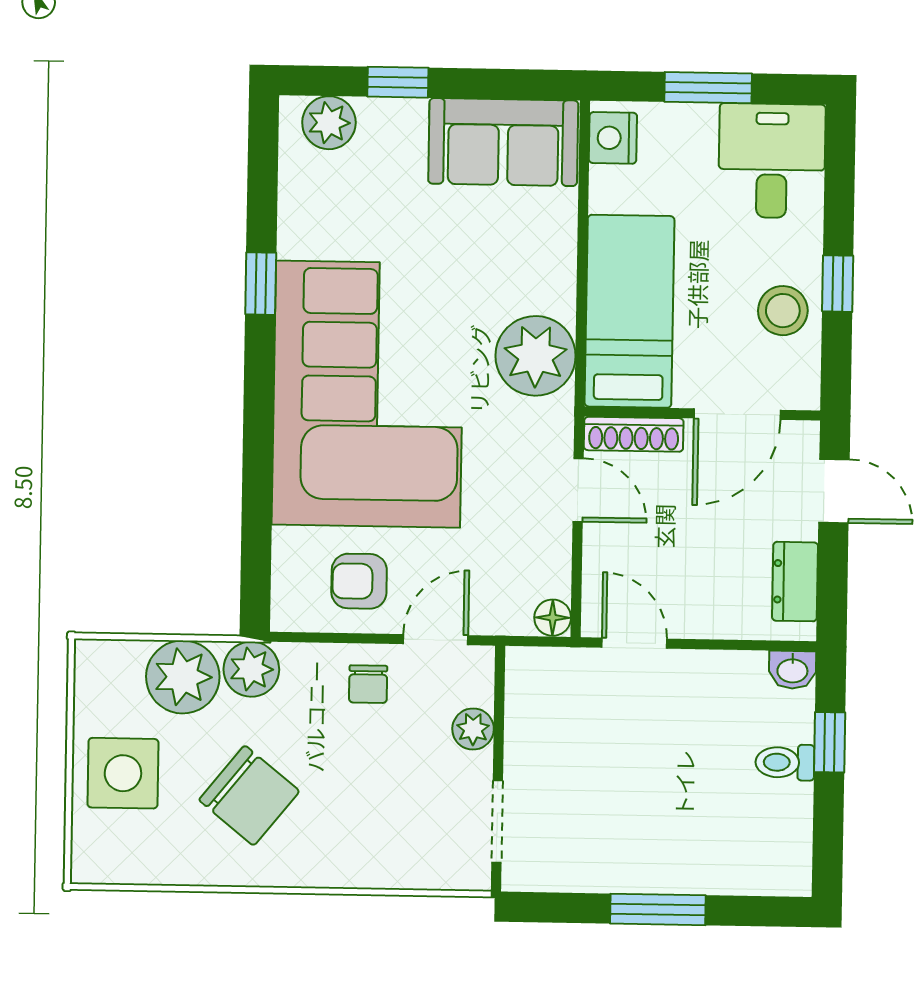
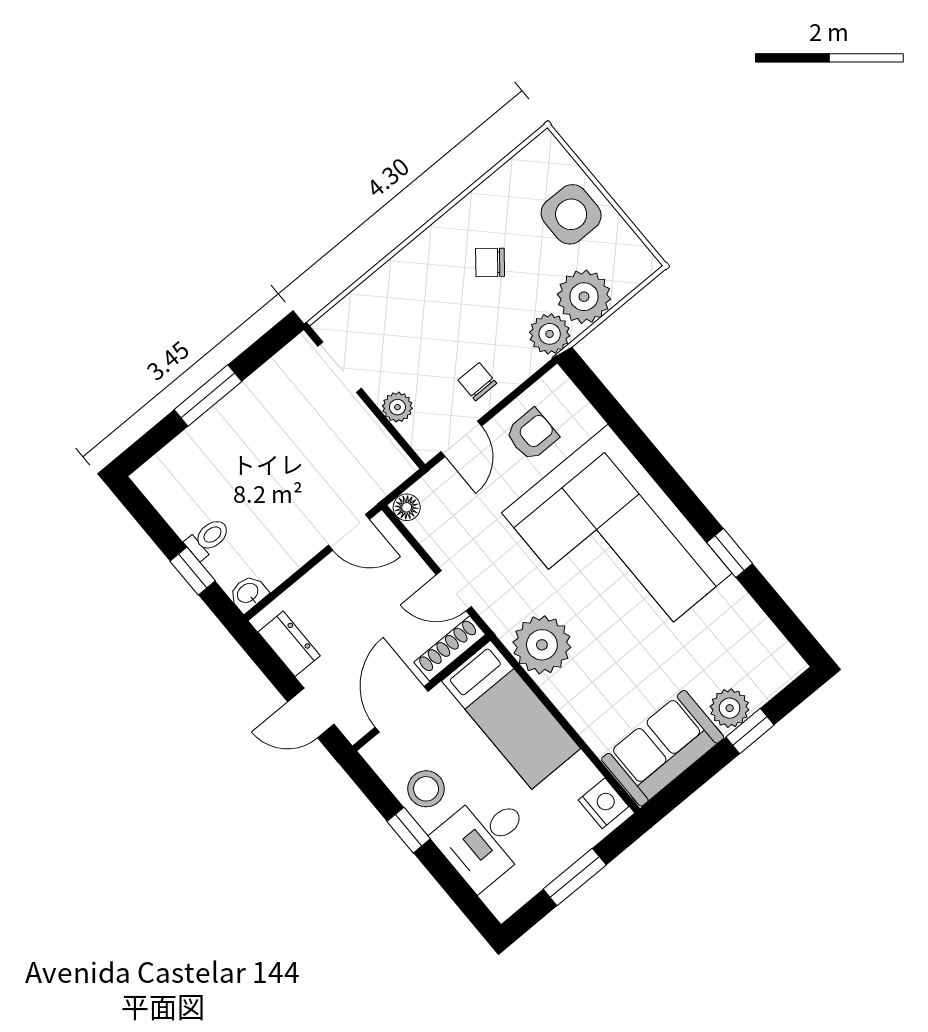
plant: (329, 123) -> (730, 708), moved
desk: (772, 161) -> (485, 839), moved, turned 90
chair: (249, 796) -> (490, 262), width x0.54, depth x0.54

